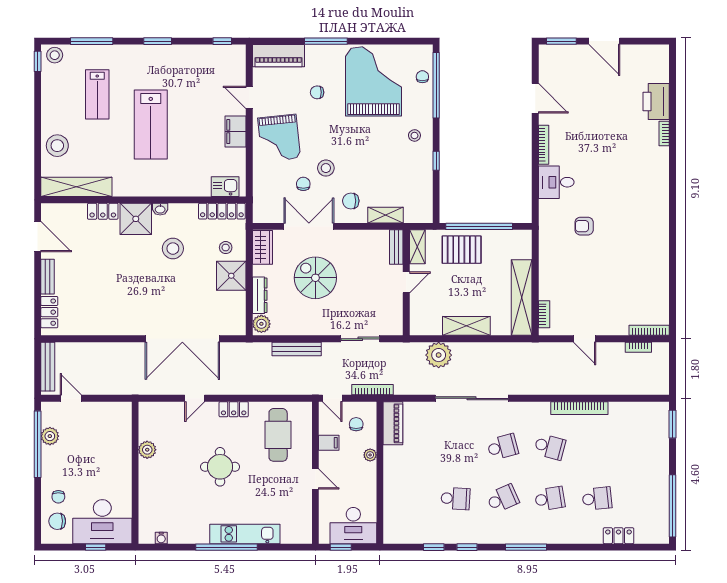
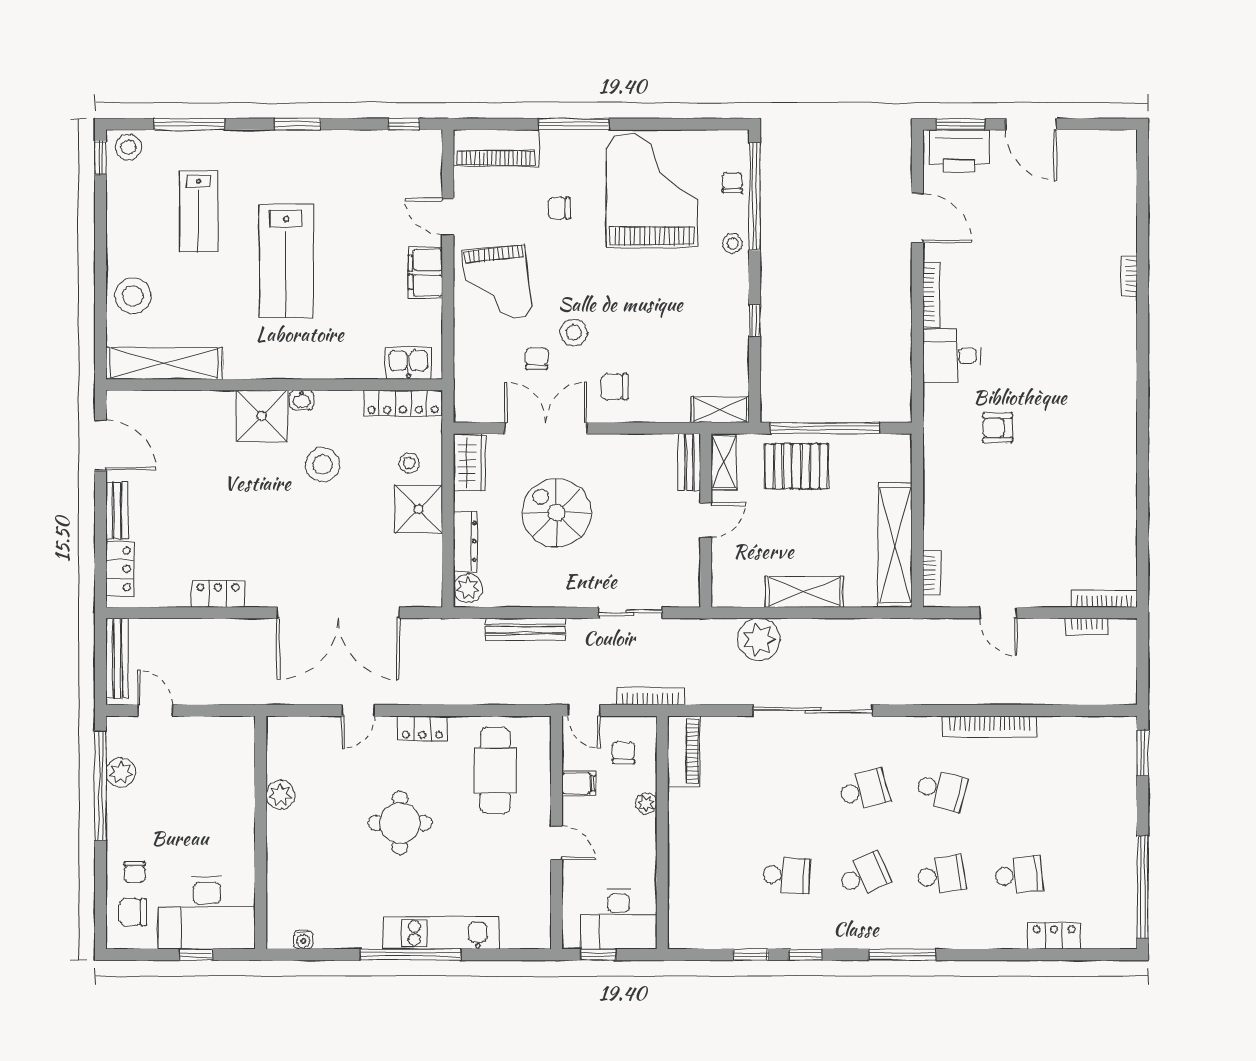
printer: (656, 102) -> (959, 151), moved, turned -90
stool: (414, 135) -> (732, 243), moved
locker: (103, 211) -> (218, 594), moved, turned 180
shelving: (385, 215) -> (720, 410), moved

